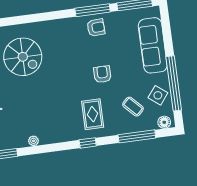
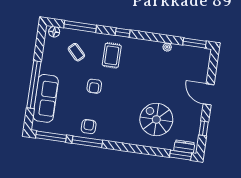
armchair: (96, 28) -> (89, 127), turned 93
window: (174, 83) -> (34, 85), moved
side table: (158, 95) -> (53, 56), removed

